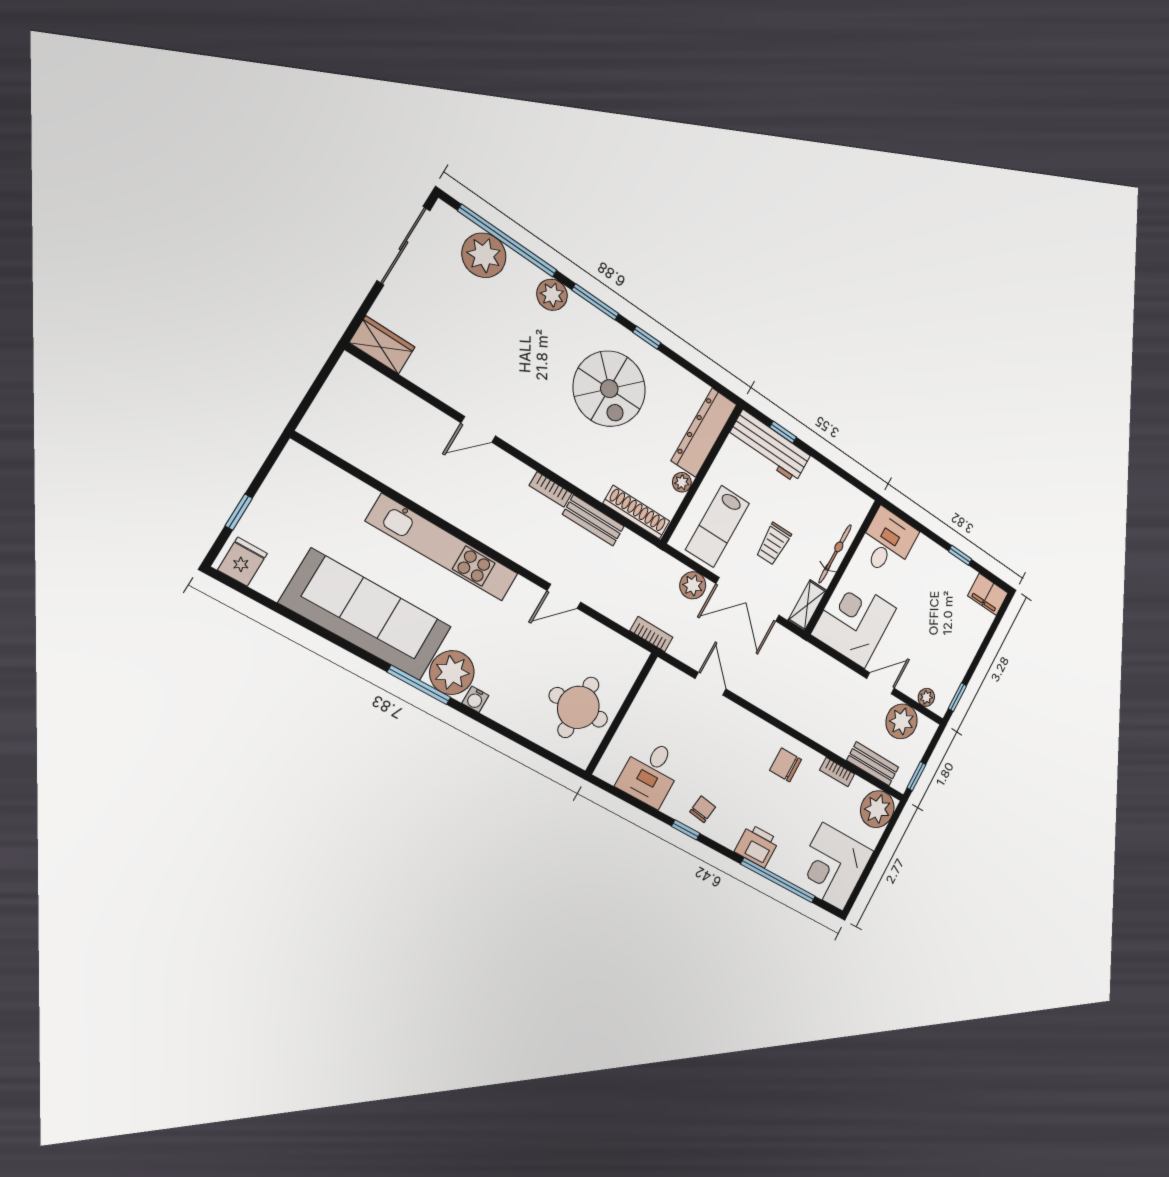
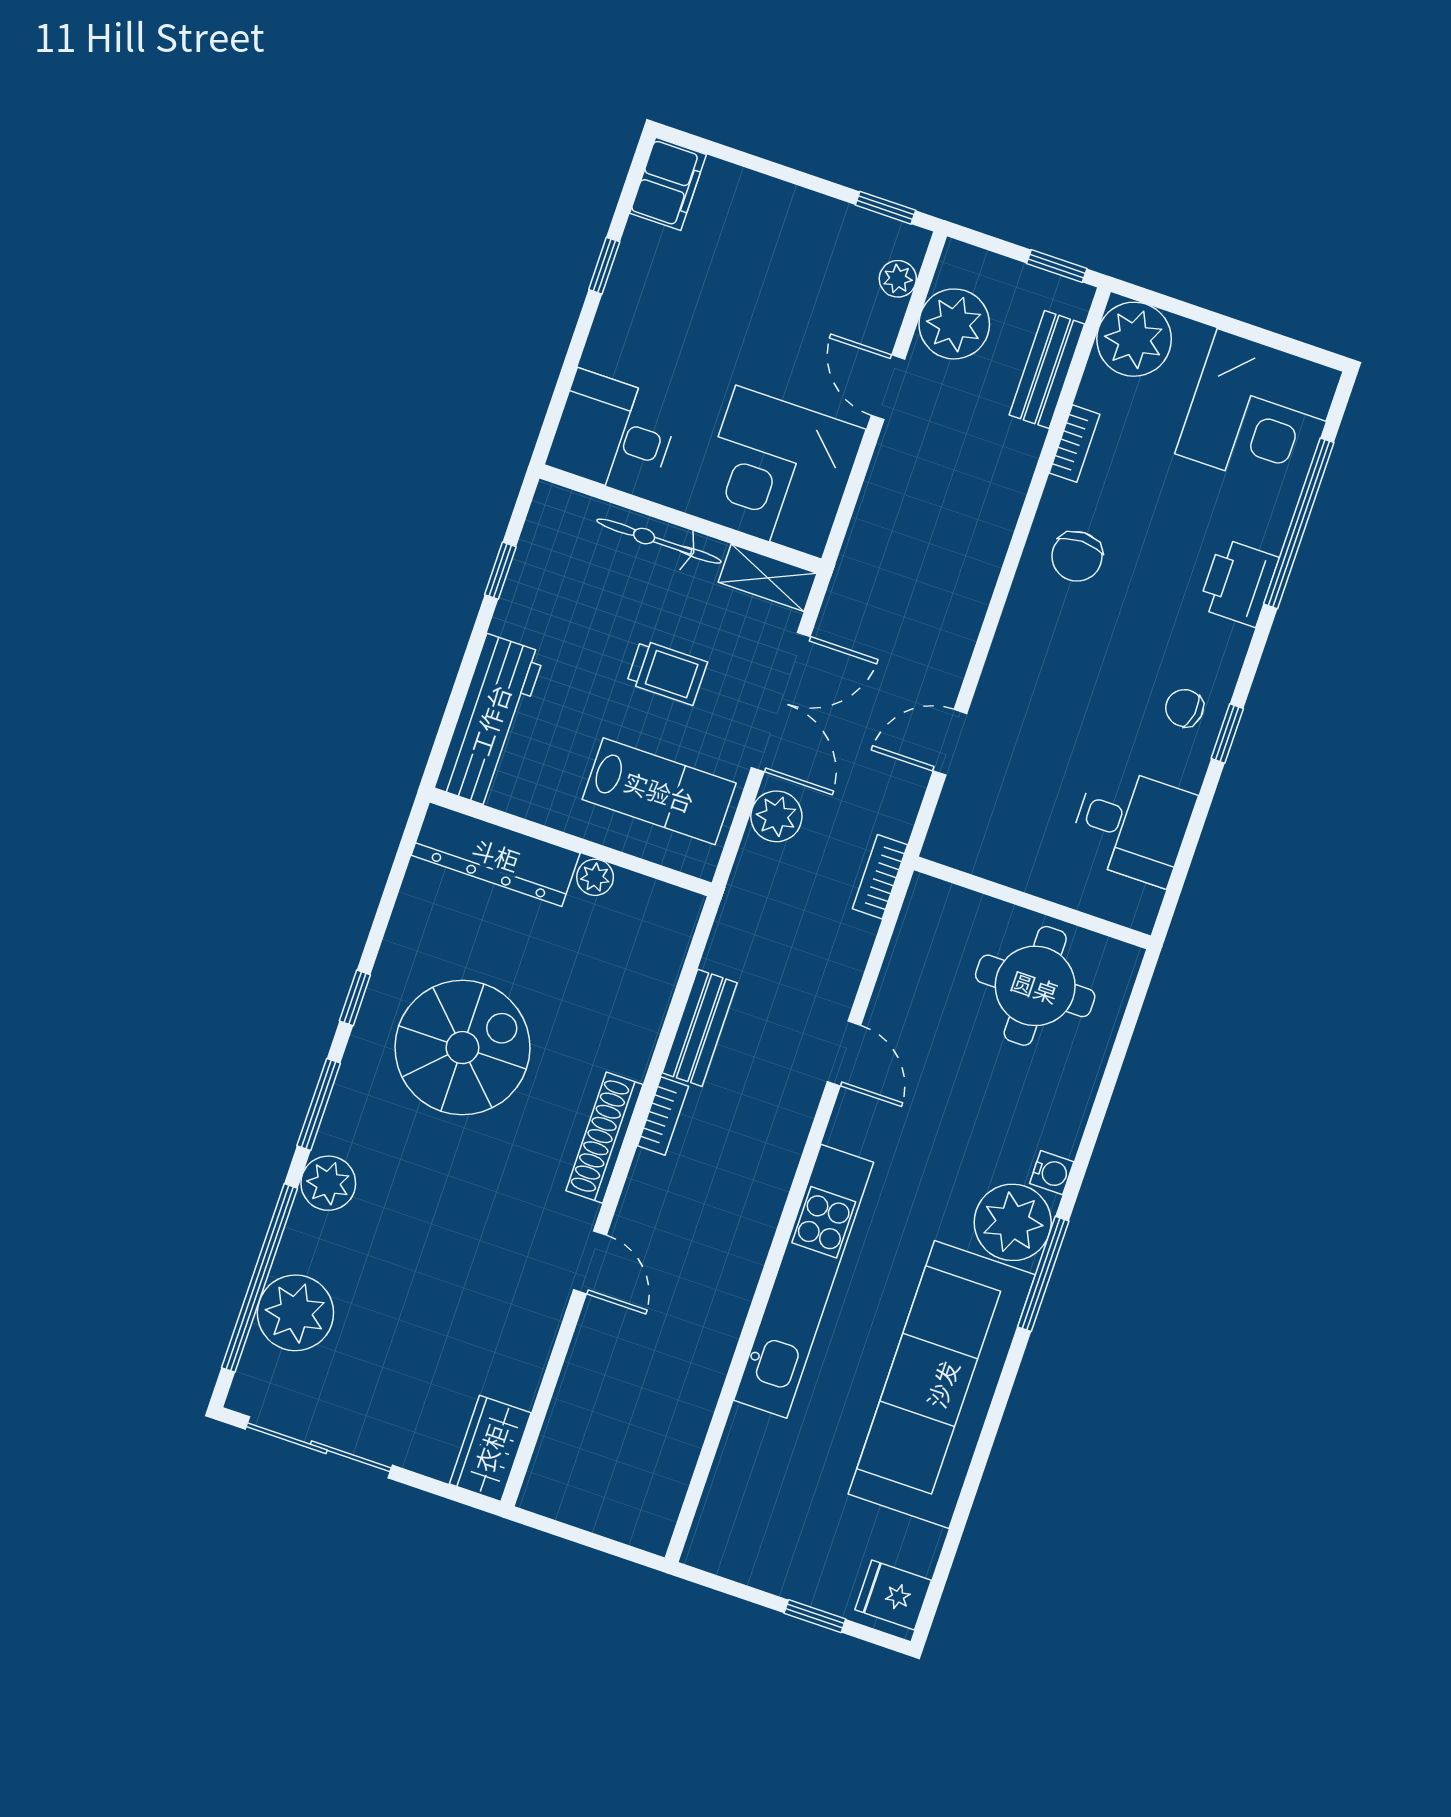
window: (783, 432) -> (500, 571), moved
shoe rack: (636, 512) -> (604, 1138), moved

